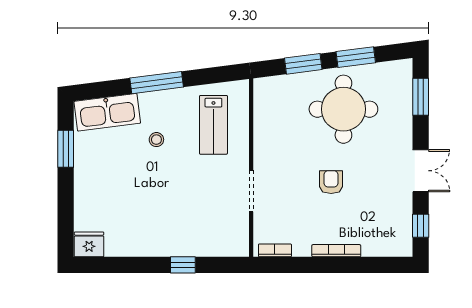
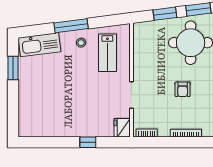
stool: (156, 140) -> (81, 43), moved
armchair: (331, 182) -> (183, 89), turned 180
fridge: (89, 244) -> (122, 128), moved, turned -90

